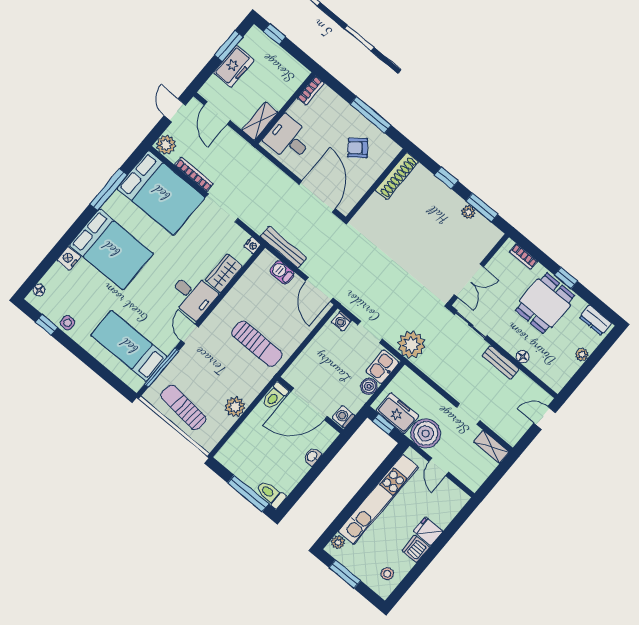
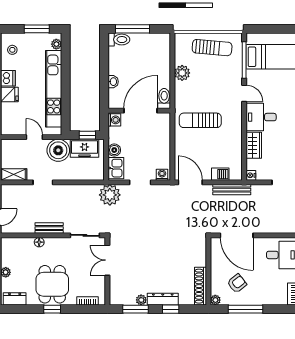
plant: (393, 149) -> (215, 300), added
dresser: (446, 195) -> (163, 299), added

